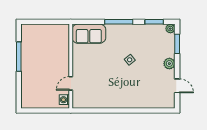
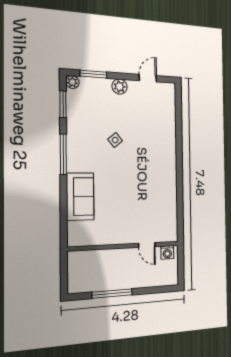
wall: (71, 66) -> (125, 246), moved
door: (71, 83) -> (147, 245), moved
washing machine: (64, 100) -> (167, 252), moved

